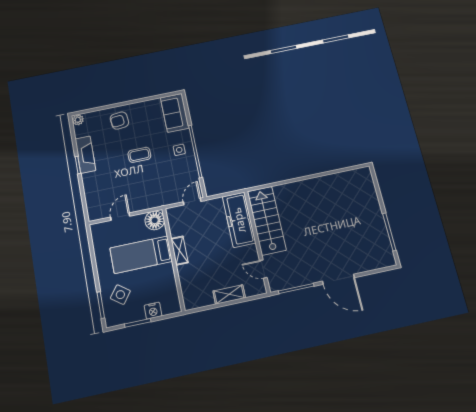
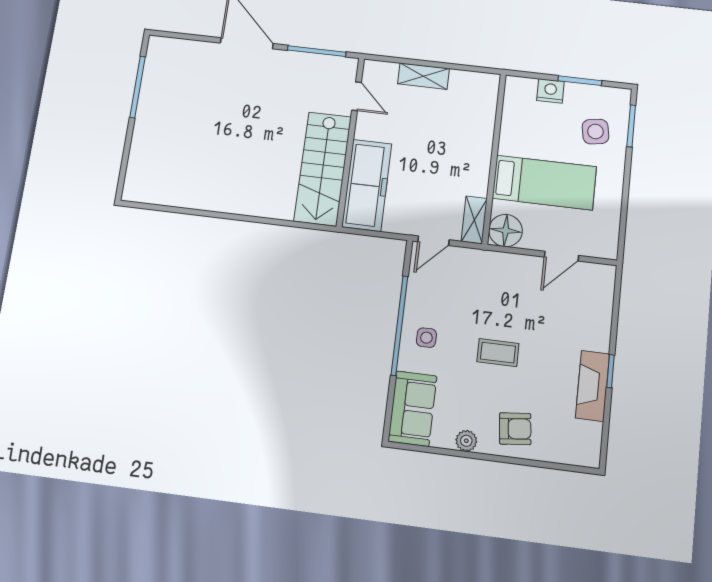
plant: (78, 120) -> (466, 441), moved
shelving: (180, 251) -> (474, 220), moved
side table: (120, 295) -> (595, 132), turned 45

